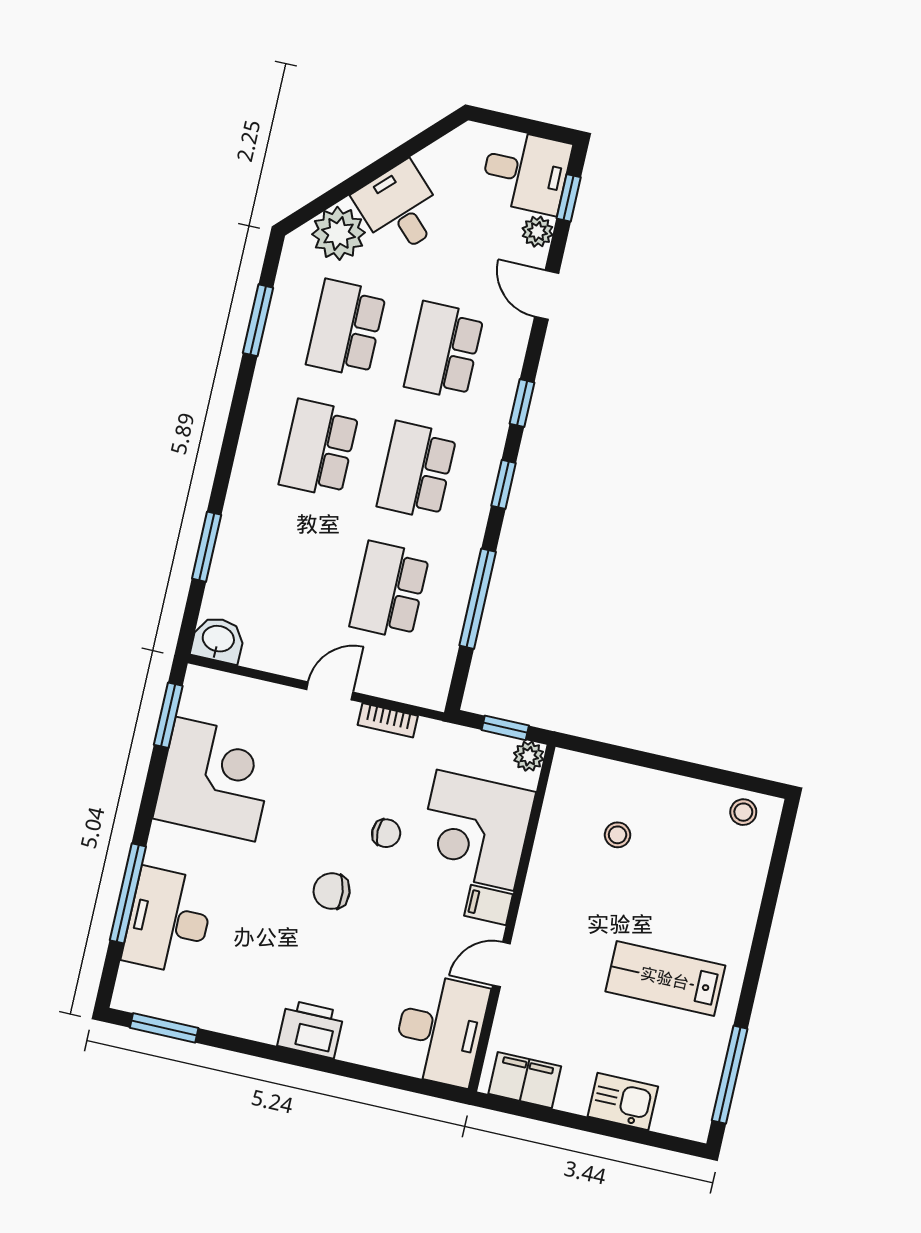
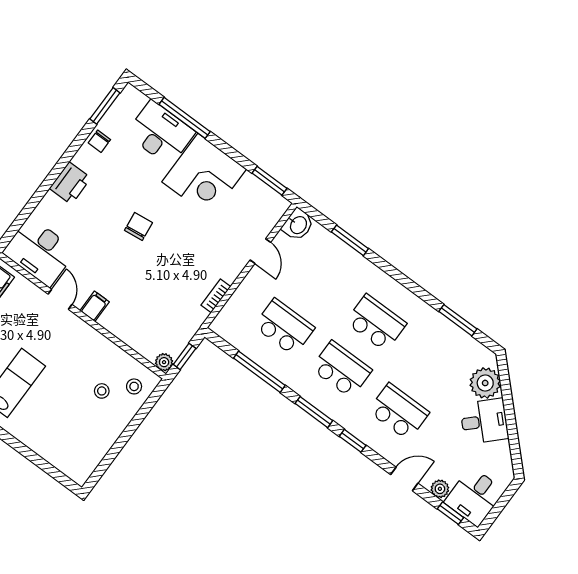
school desk: (346, 328) -> (433, 365), removed
window: (504, 484) -> (314, 412), width x1.50
door: (330, 691) -> (260, 251), moved
corner desk: (215, 779) -> (204, 176), moved
stool: (743, 812) -> (134, 386), moved
corner desk: (475, 830) -> (137, 317), removed
chair: (386, 833) -> (99, 141), moved

